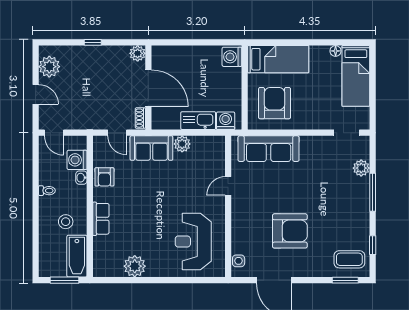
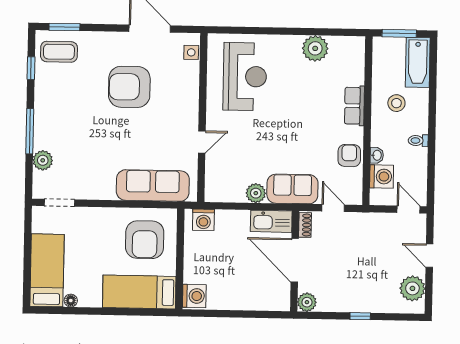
kitchen sink: (198, 121) -> (271, 221), moved
bathtub: (77, 256) -> (418, 62), moved, turned 180

